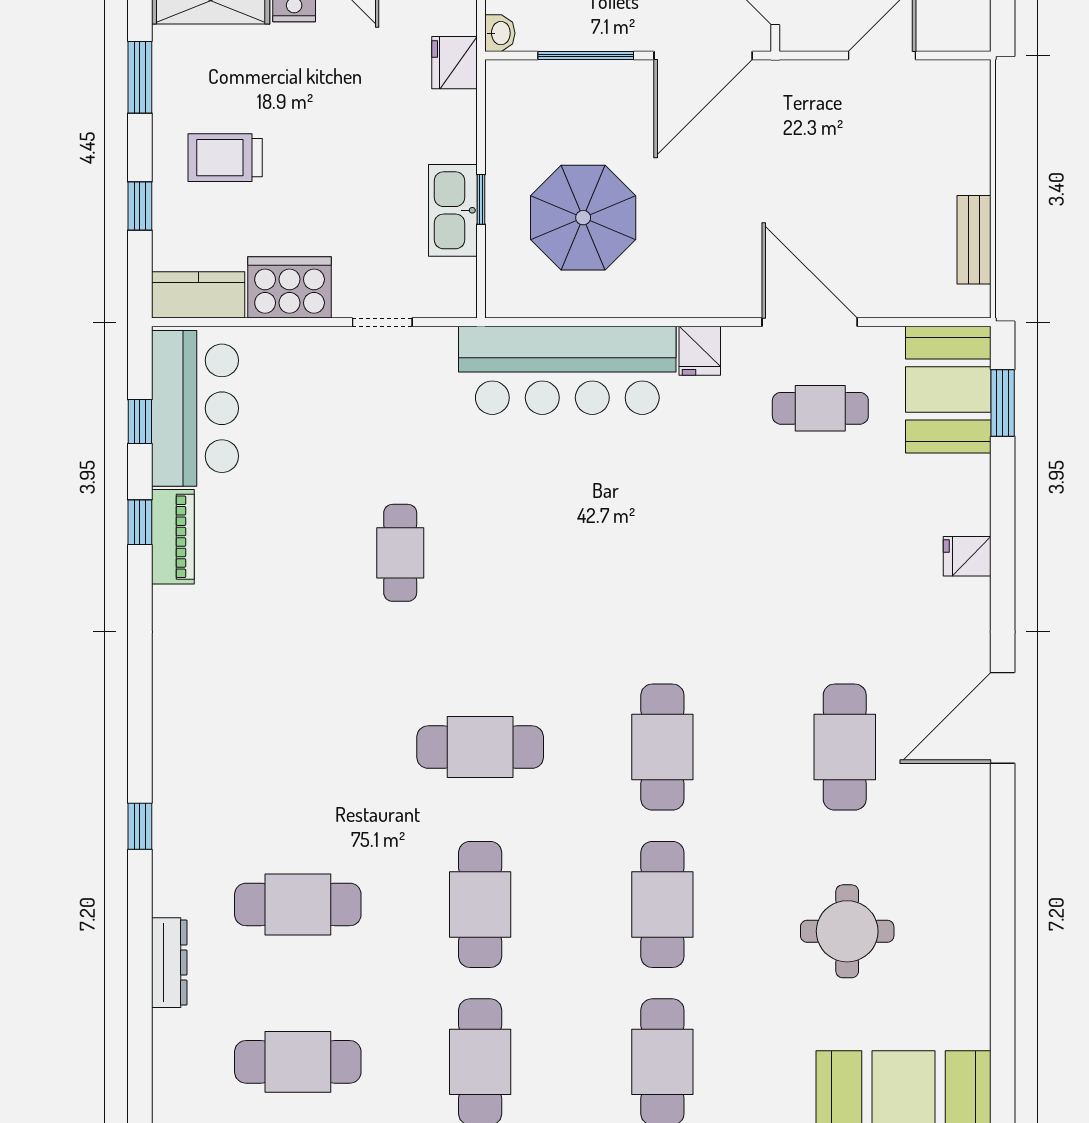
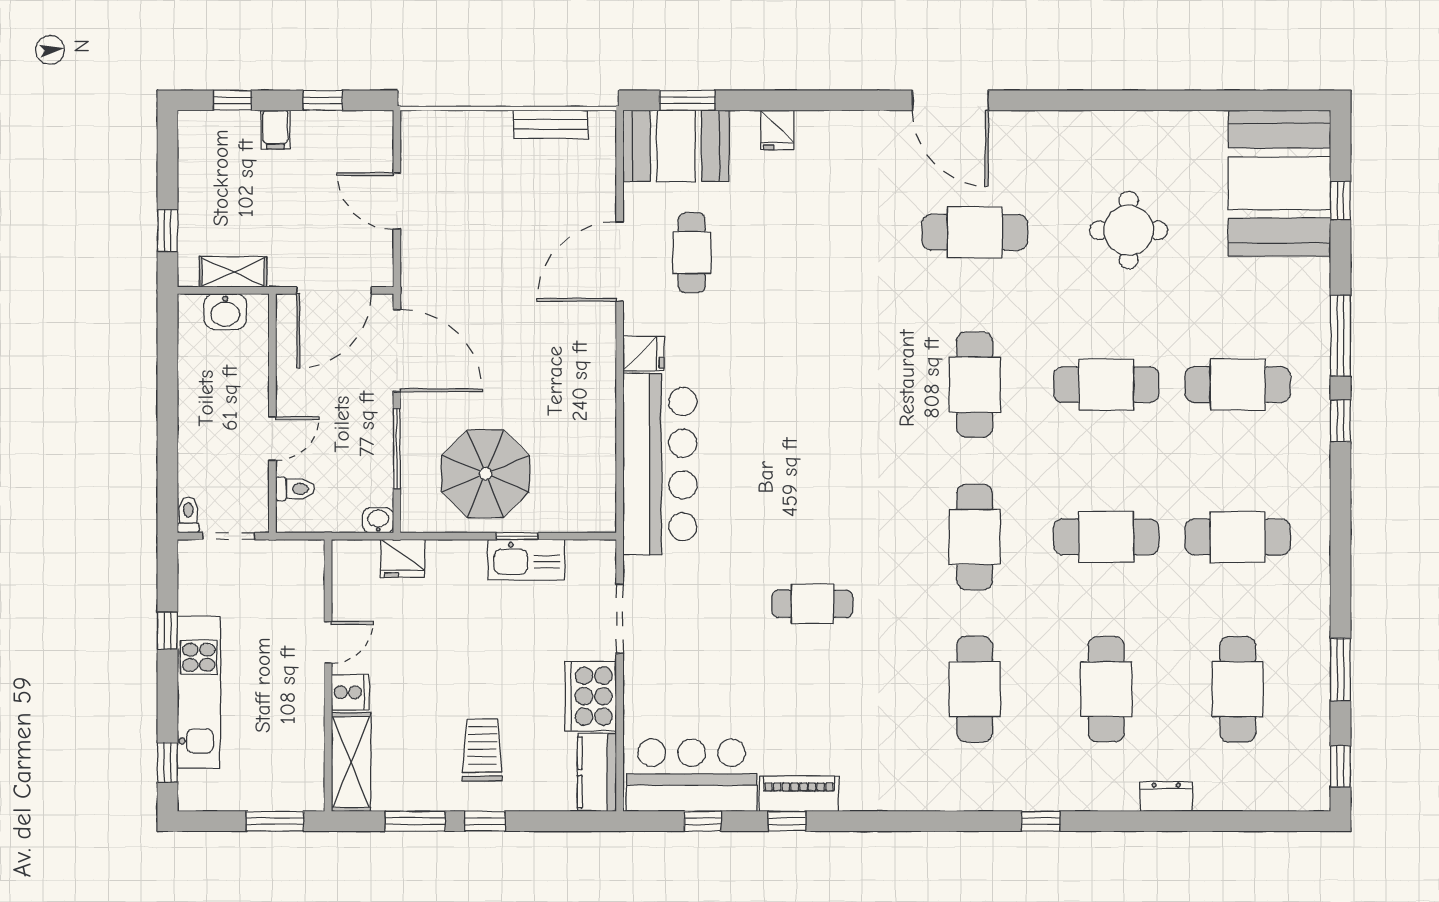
trolley: (225, 158) -> (482, 750), turned 180
window: (140, 206) -> (485, 821), moved
parasol: (583, 218) -> (485, 474), moved
doorway: (382, 322) -> (620, 619), width x1.38
fridge: (967, 556) -> (777, 130), moved
cafe table: (298, 747) -> (975, 689), added
cafe table: (662, 747) -> (975, 385), turned 90
dresser: (169, 963) -> (1166, 797), width x0.70

